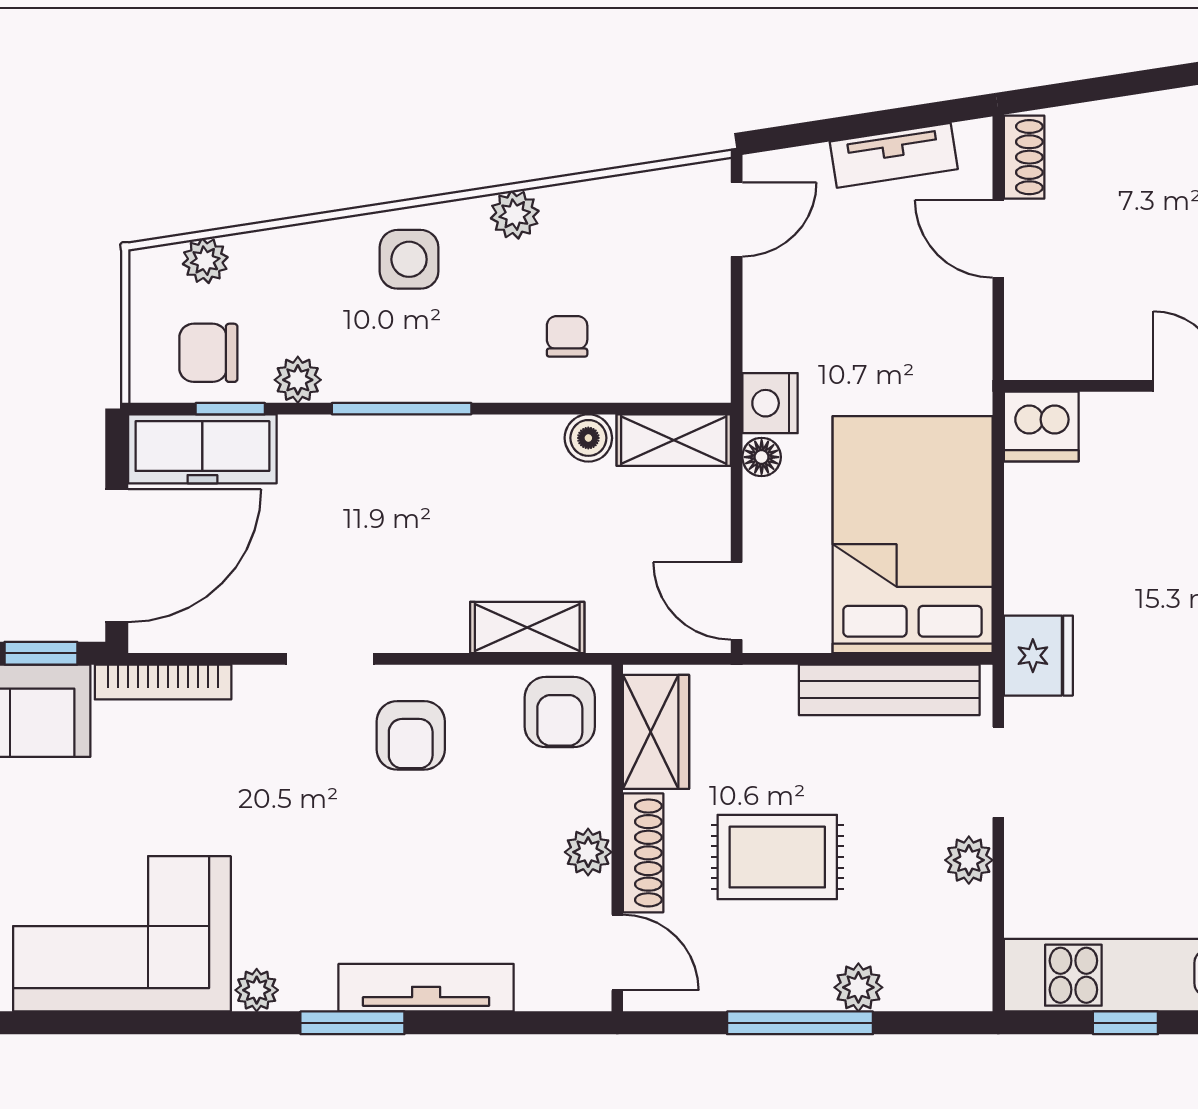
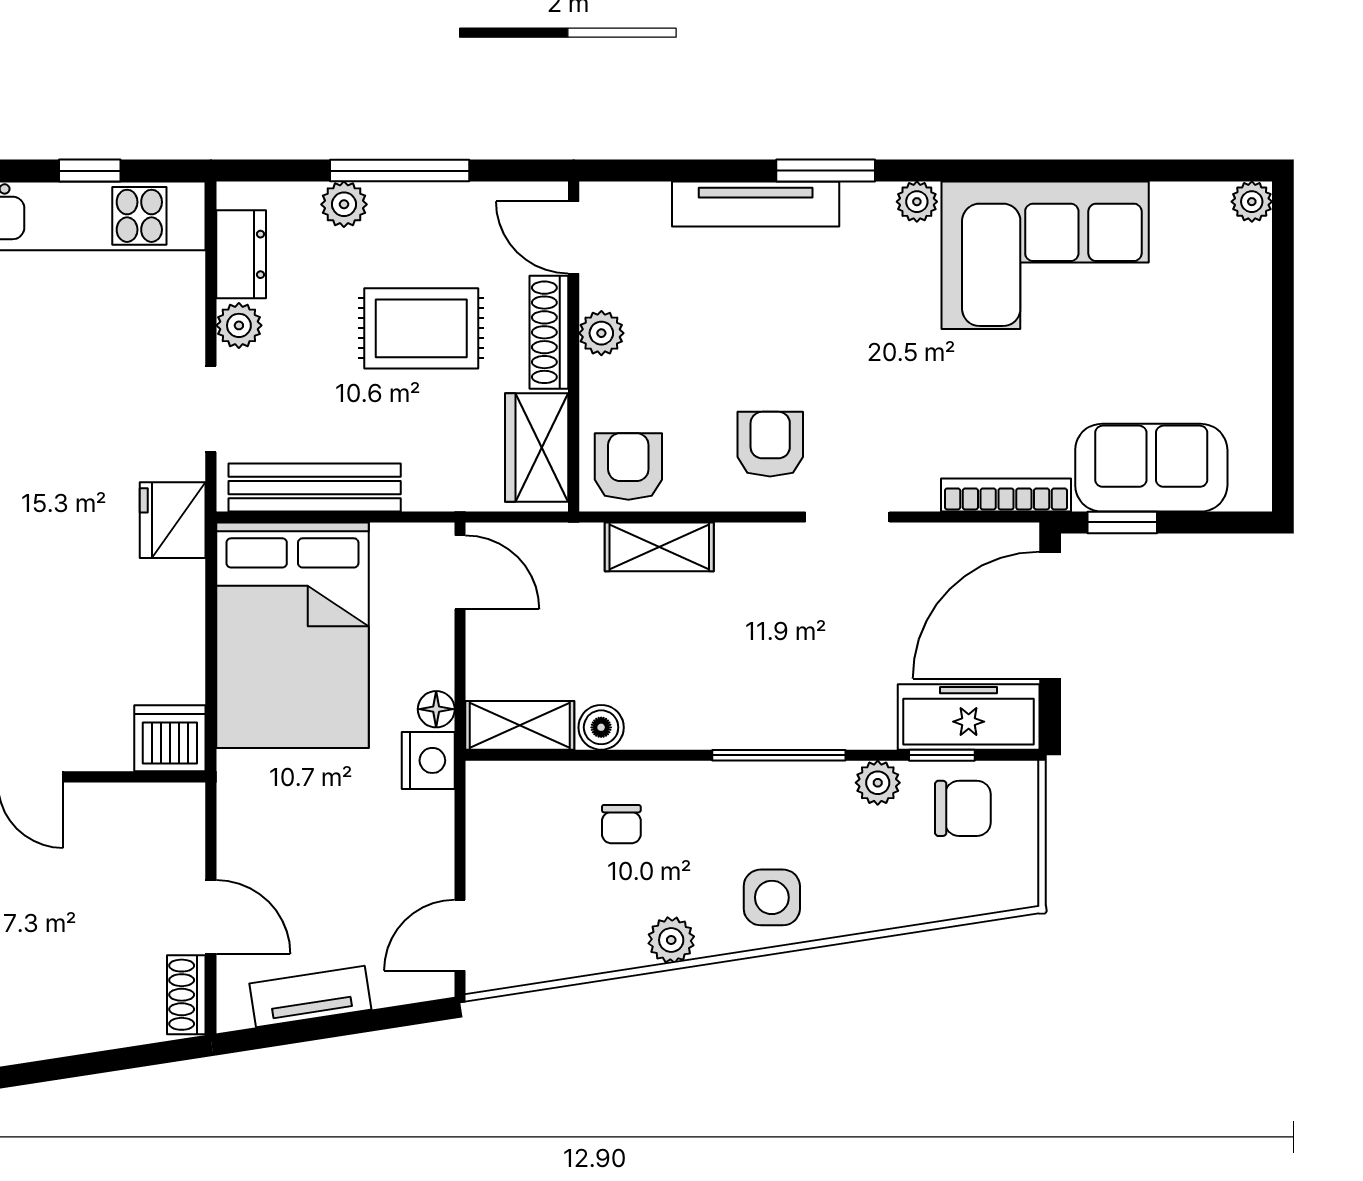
plant: (205, 261) -> (966, 896), removed
dresser: (966, 935) -> (241, 254), added

